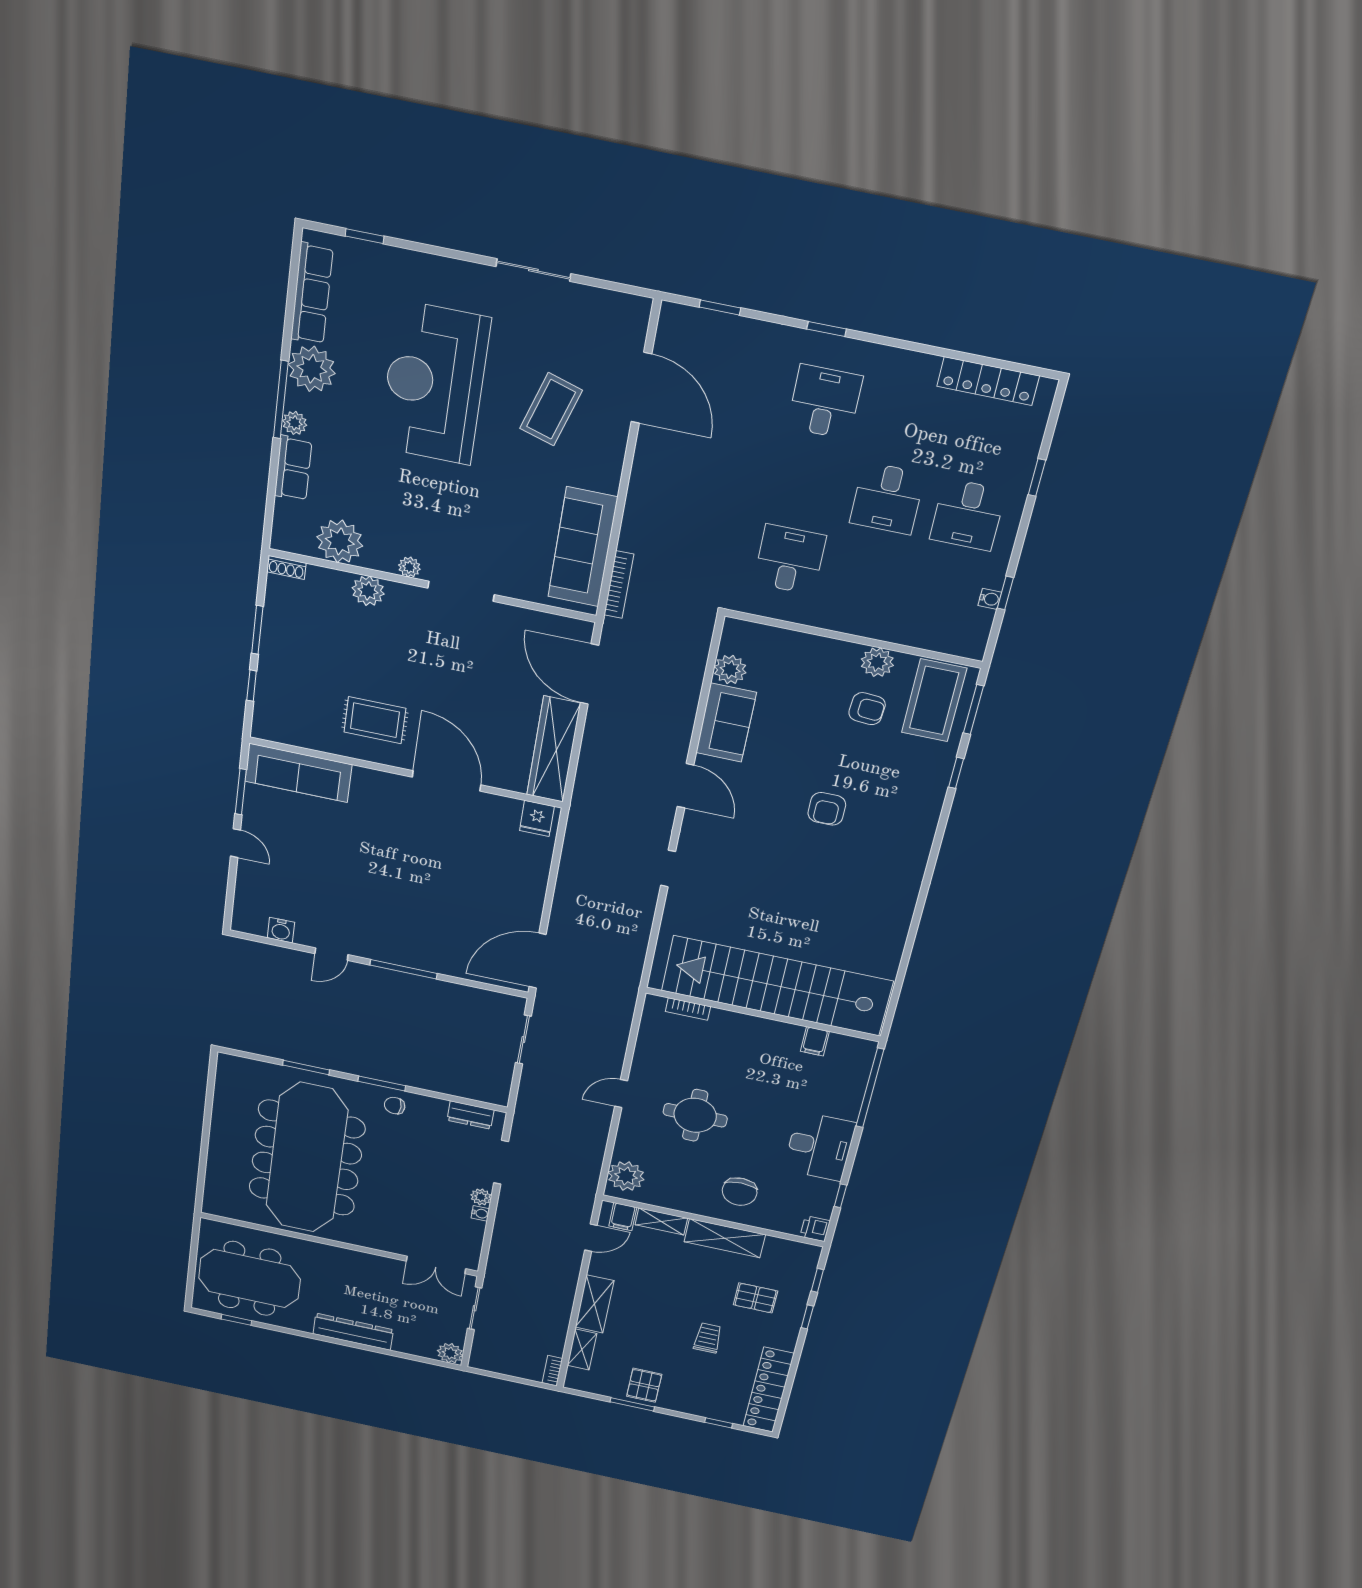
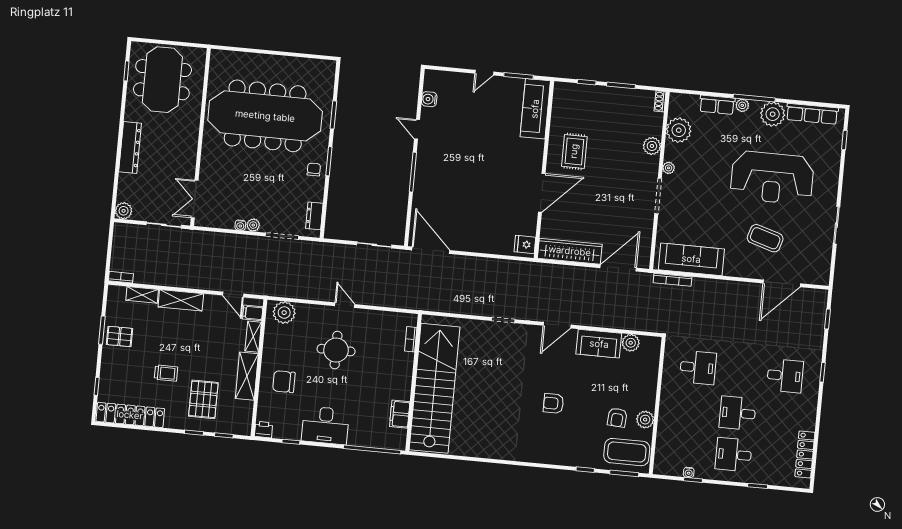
reception desk: (434, 383) -> (772, 178), turned 180
filing cabinet: (815, 1041) -> (400, 414), width x2.00
pallet: (756, 1298) -> (203, 399), width x1.50, depth x1.42

